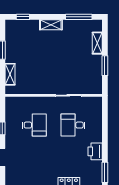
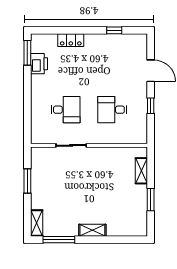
window: (23, 17) -> (126, 240), removed
shelving: (97, 43) -> (37, 223), moved
printer: (95, 151) -> (39, 64), moved

